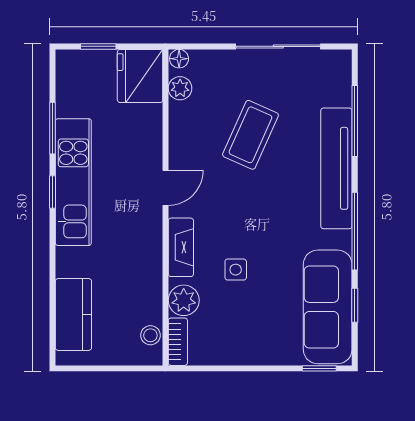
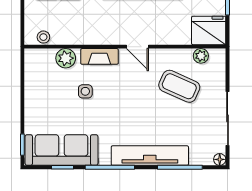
floor lamp: (179, 59) -> (220, 159), moved
coffee table: (250, 135) -> (179, 86), moved
bookcase: (178, 342) -> (39, 54), removed

